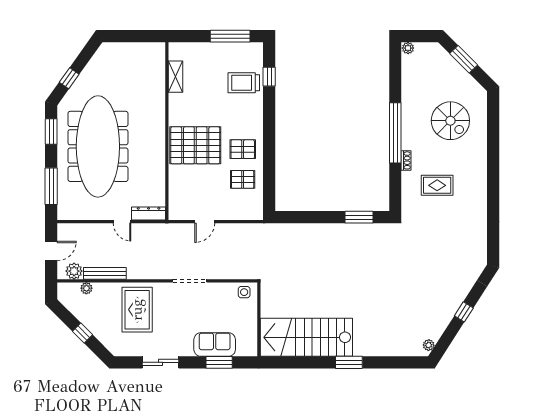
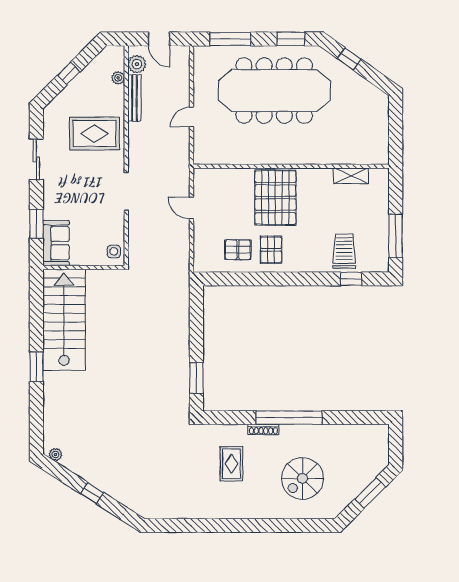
plant: (408, 48) -> (382, 432), removed
shoe rack: (406, 160) -> (263, 430), width x1.43
pallet: (243, 179) -> (238, 250), turned 90
dresser: (149, 213) -> (200, 146), removed
sofa: (215, 345) -> (56, 243), moved

